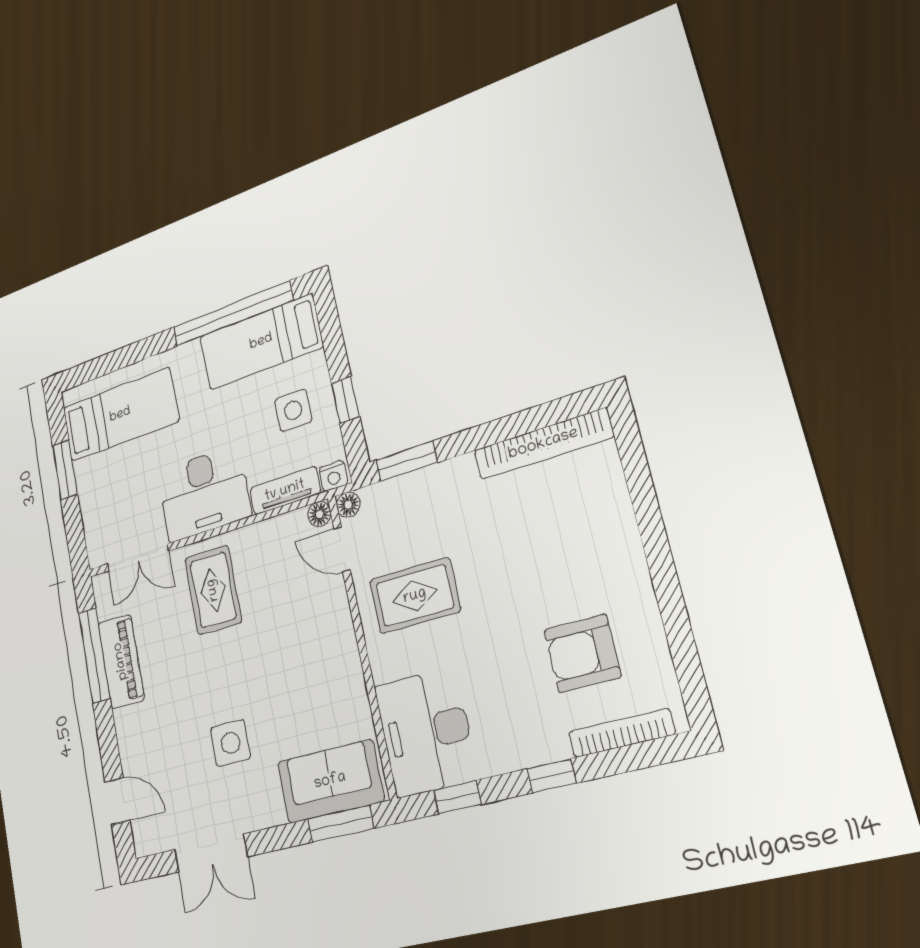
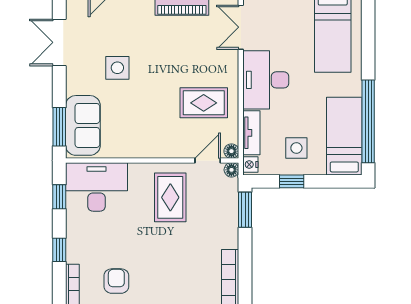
rug: (213, 590) -> (204, 103), moved
armchair: (582, 653) -> (116, 281), width x0.72, depth x0.72

